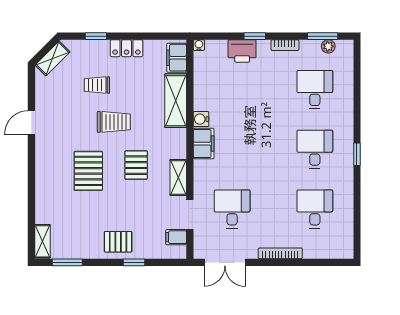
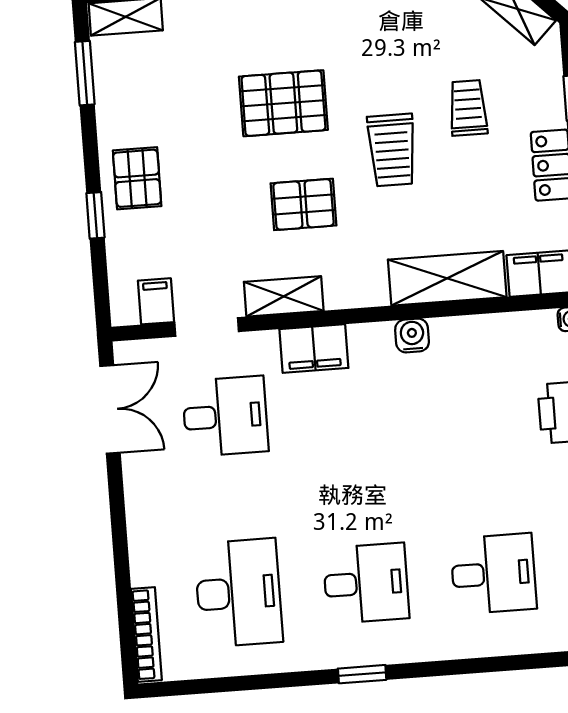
filing cabinet: (204, 144) -> (314, 349), moved
desk: (315, 209) -> (239, 593), width x1.37
bookcase: (280, 253) -> (146, 634), moved
double door: (225, 262) -> (110, 409), swing flipped

